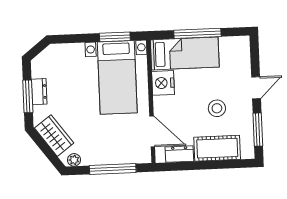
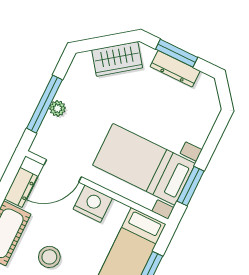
nightstand: (163, 83) -> (93, 204), moved
dresser: (39, 92) -> (175, 69), width x1.44
plant: (74, 160) -> (57, 108), moved

